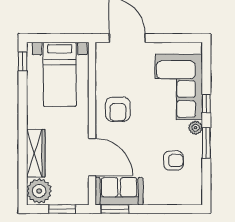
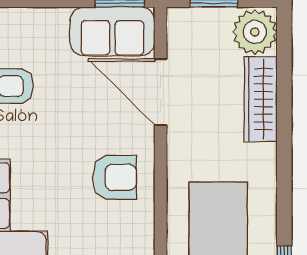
armchair: (118, 109) -> (115, 177), turned 90

